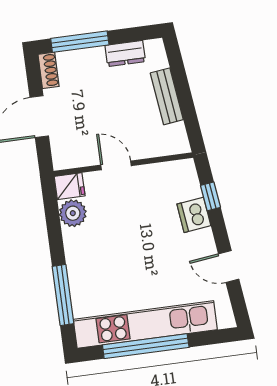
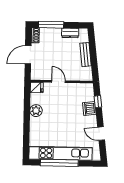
plant: (73, 213) -> (36, 111), moved
window: (63, 295) -> (26, 135), removed

